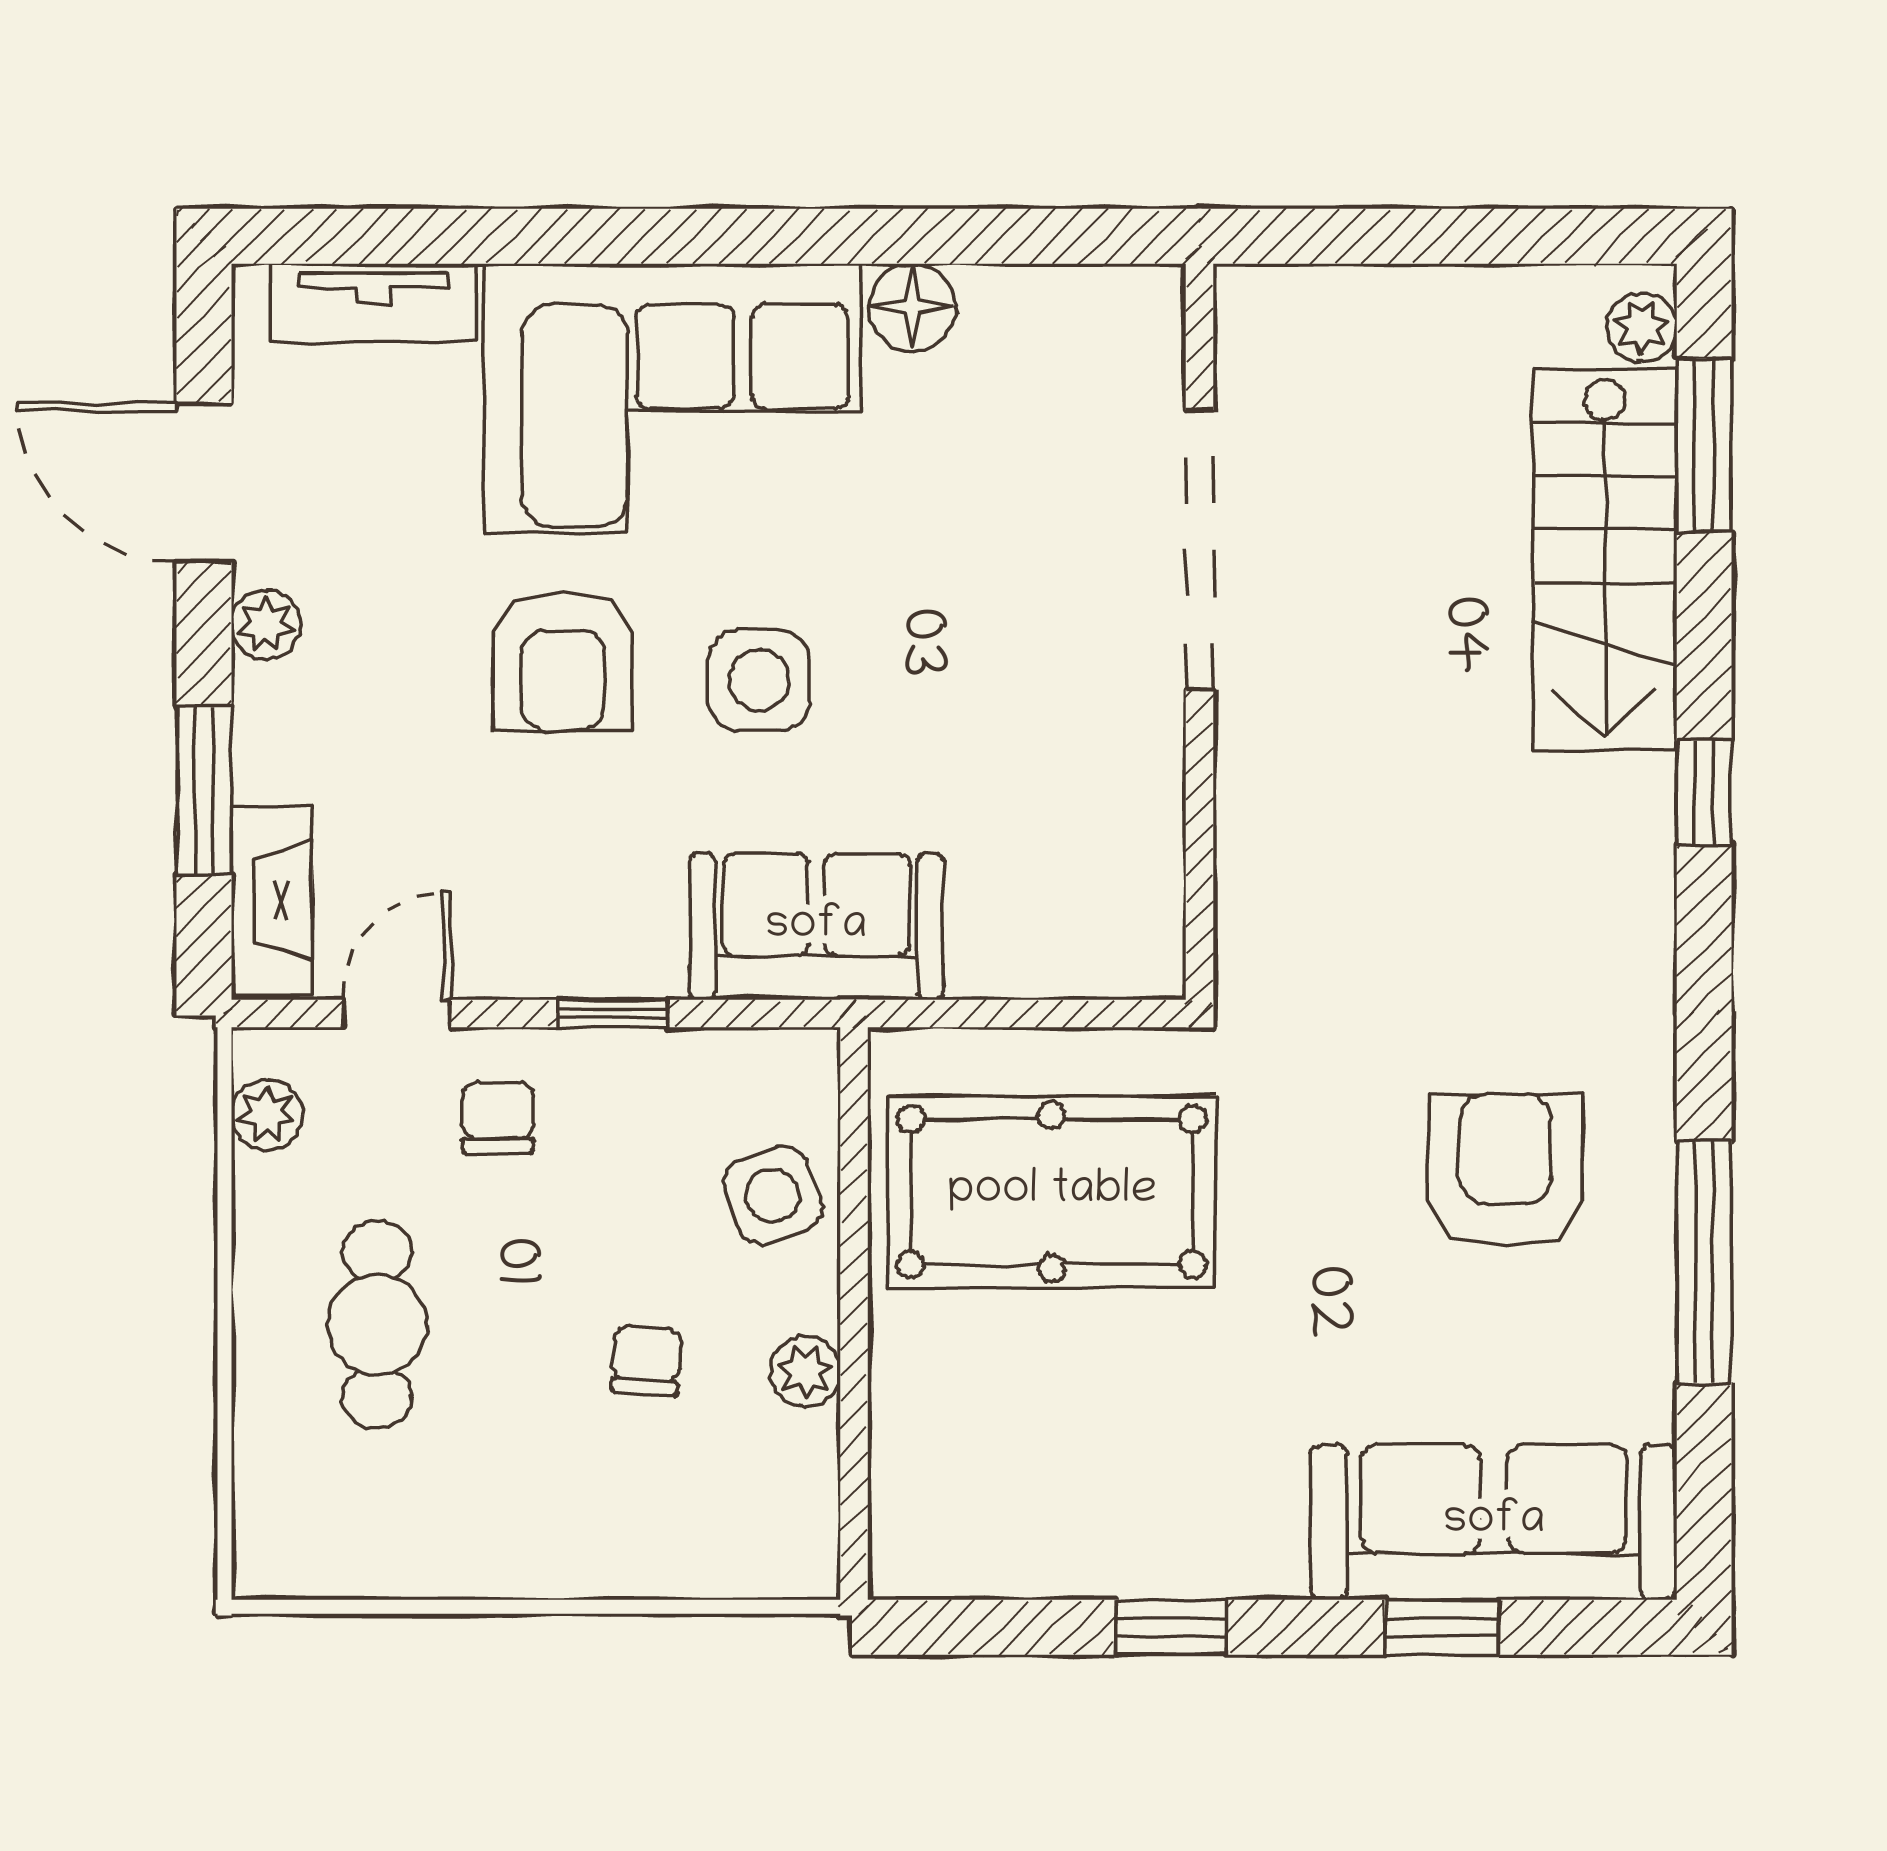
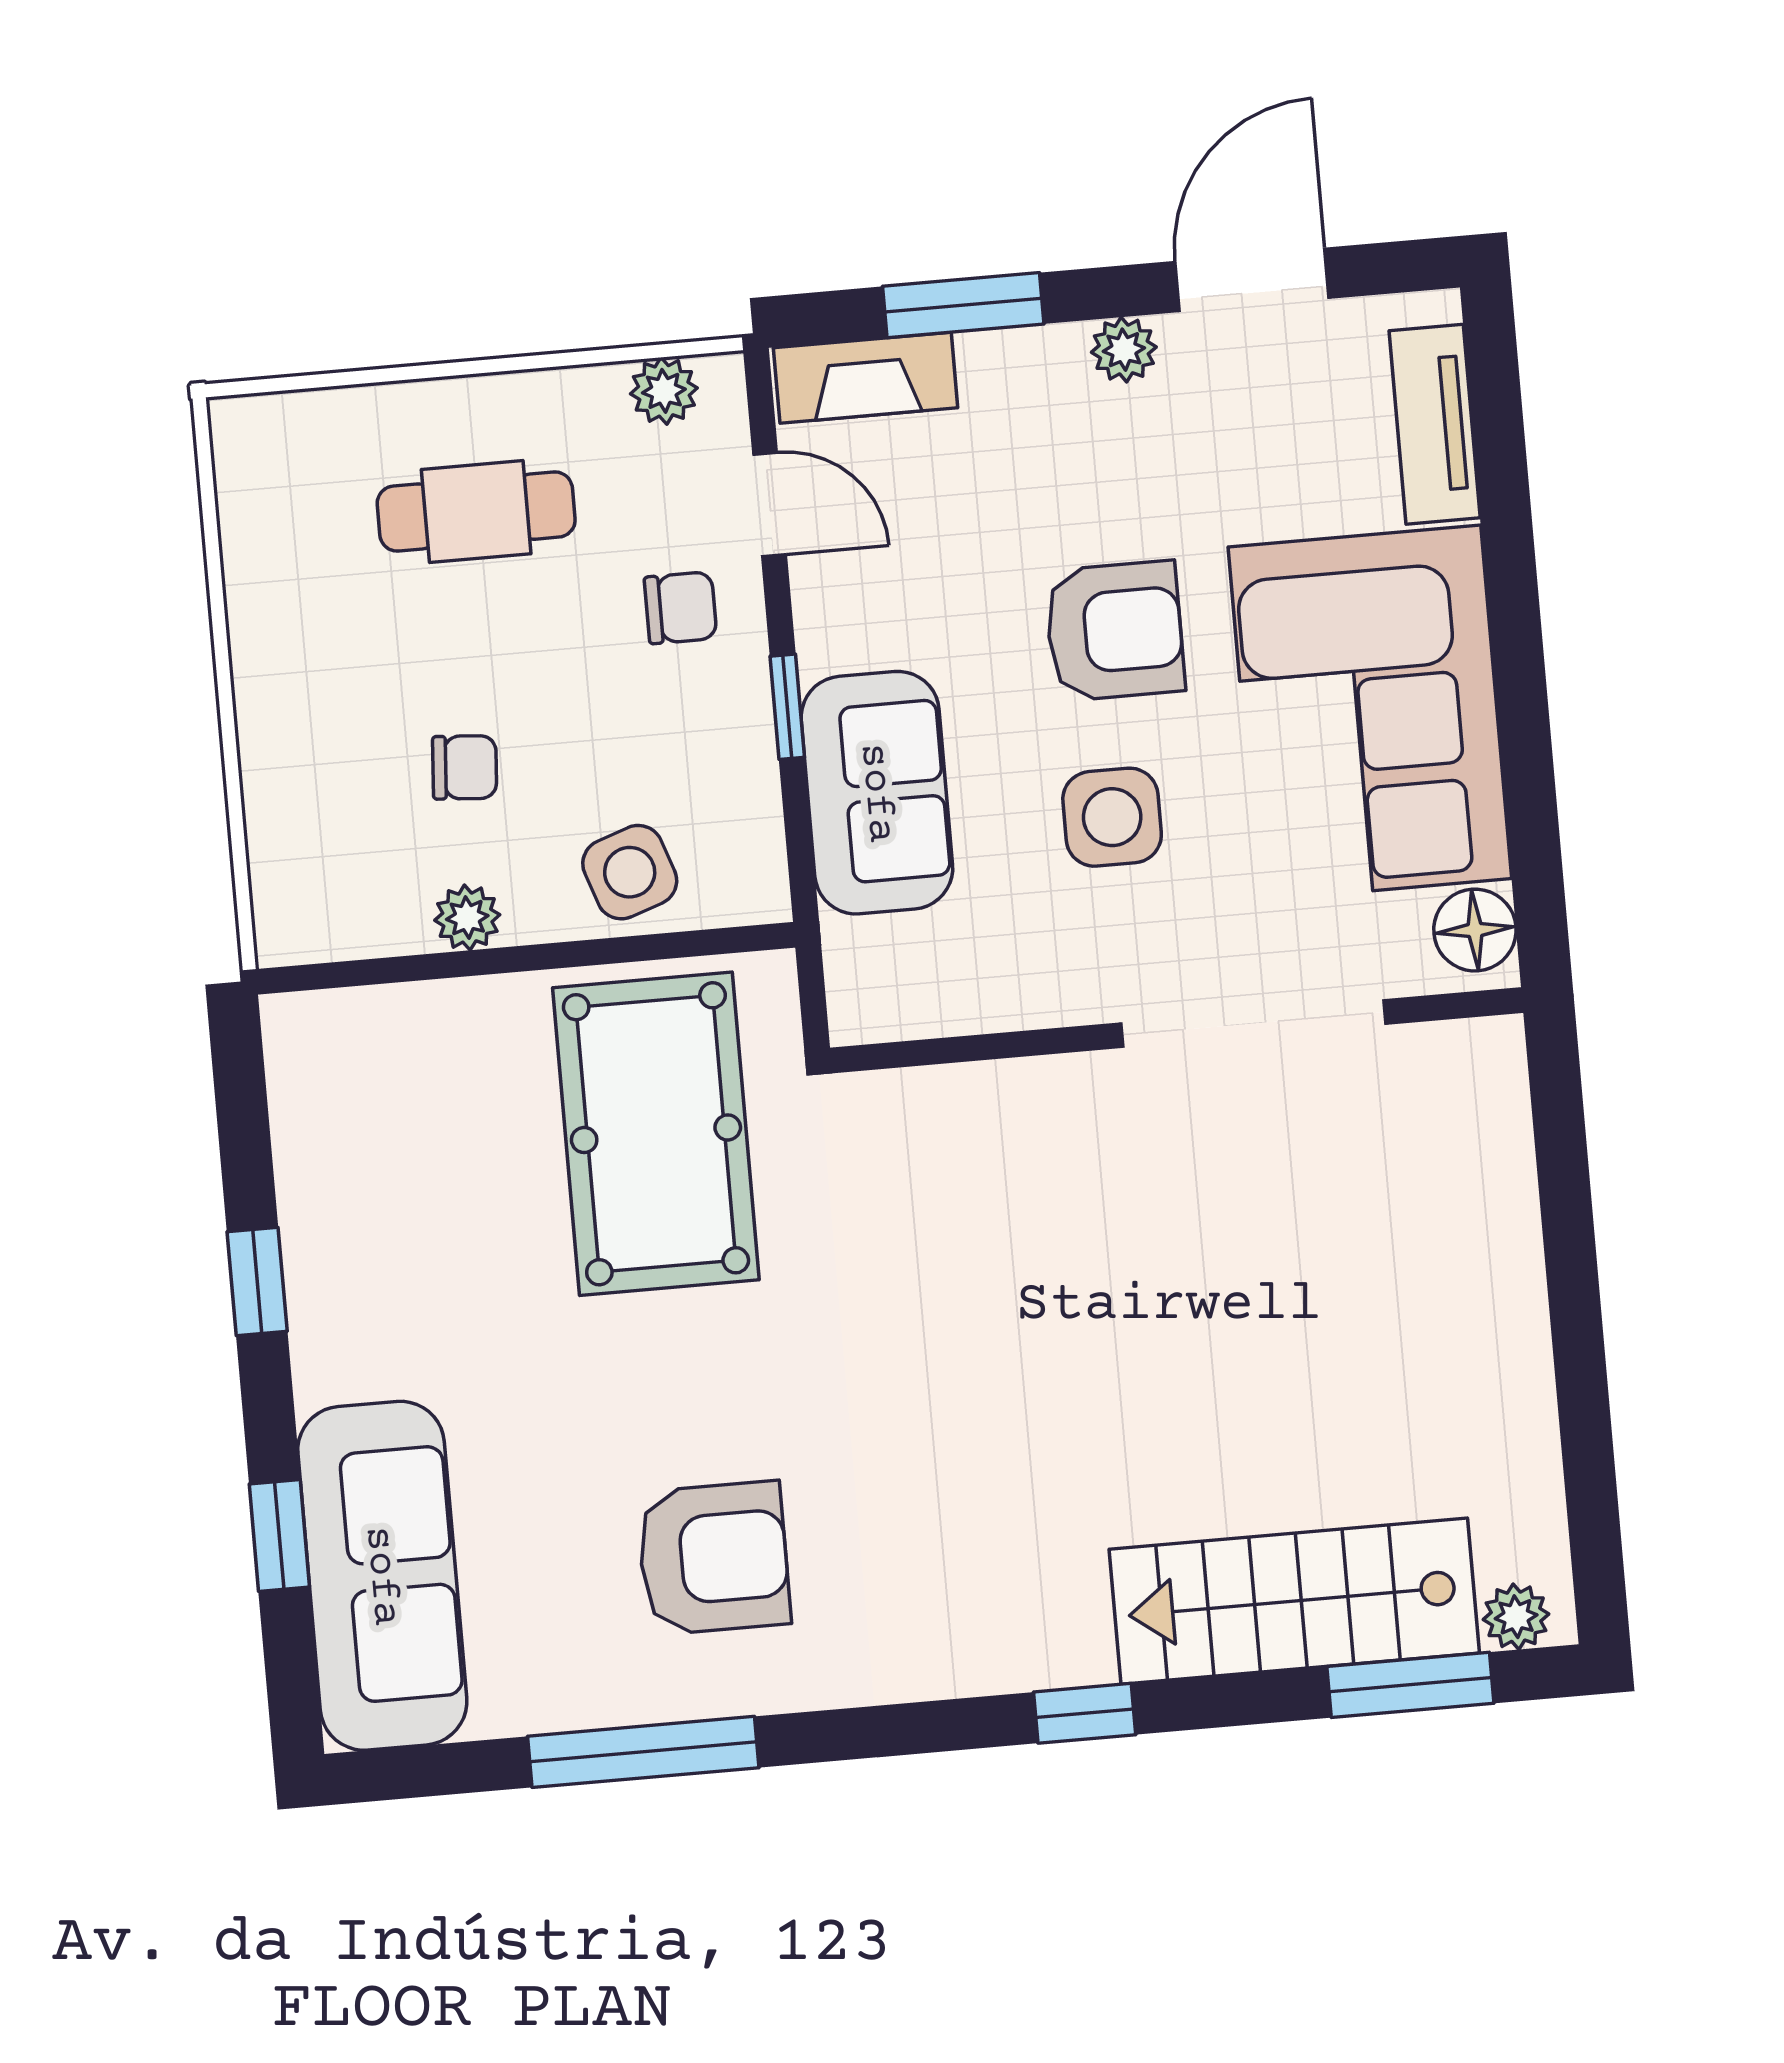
doorway: (1200, 550) -> (1254, 1024), moved
wall: (1200, 632) -> (1177, 1030), moved
armchair: (562, 661) -> (1115, 631), turned 180
sofa: (816, 927) -> (877, 793), moved

